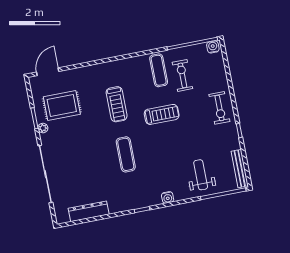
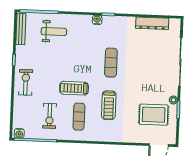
exercise mat: (159, 70) -> (79, 117), moved
treadmill: (117, 104) -> (109, 105), turned 180
weight bench: (201, 175) -> (54, 32), turned -90
water cooler: (168, 197) -> (97, 20), moved

